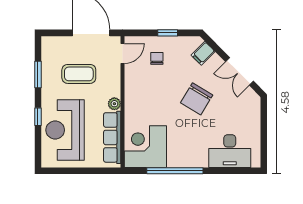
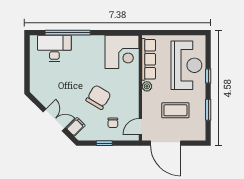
double door: (239, 71) -> (54, 120), moved
chair: (197, 99) -> (98, 97), moved
window: (175, 171) -> (68, 33), moved

